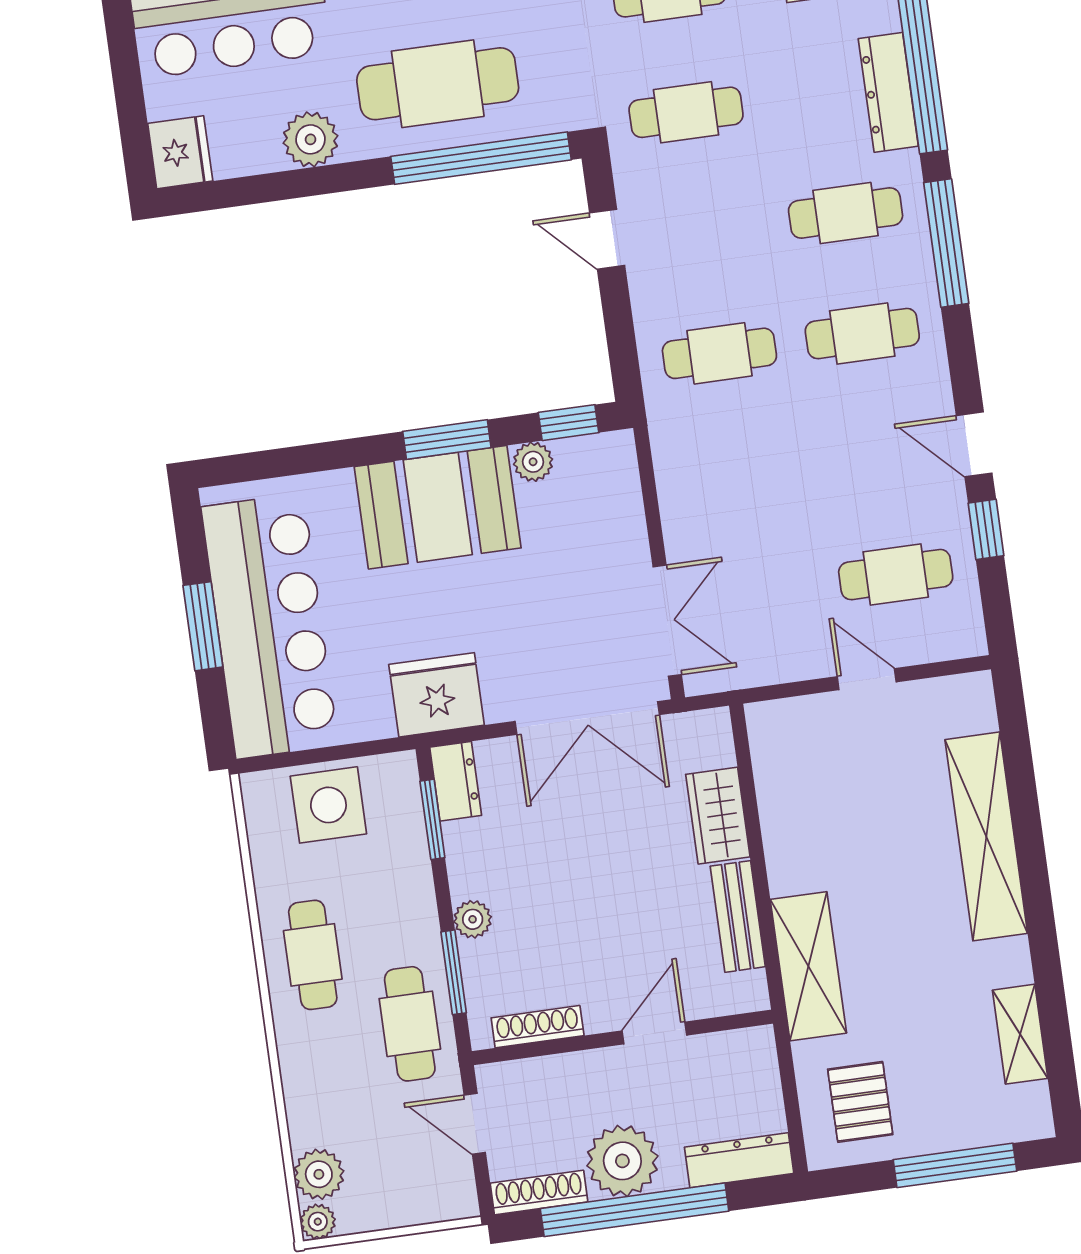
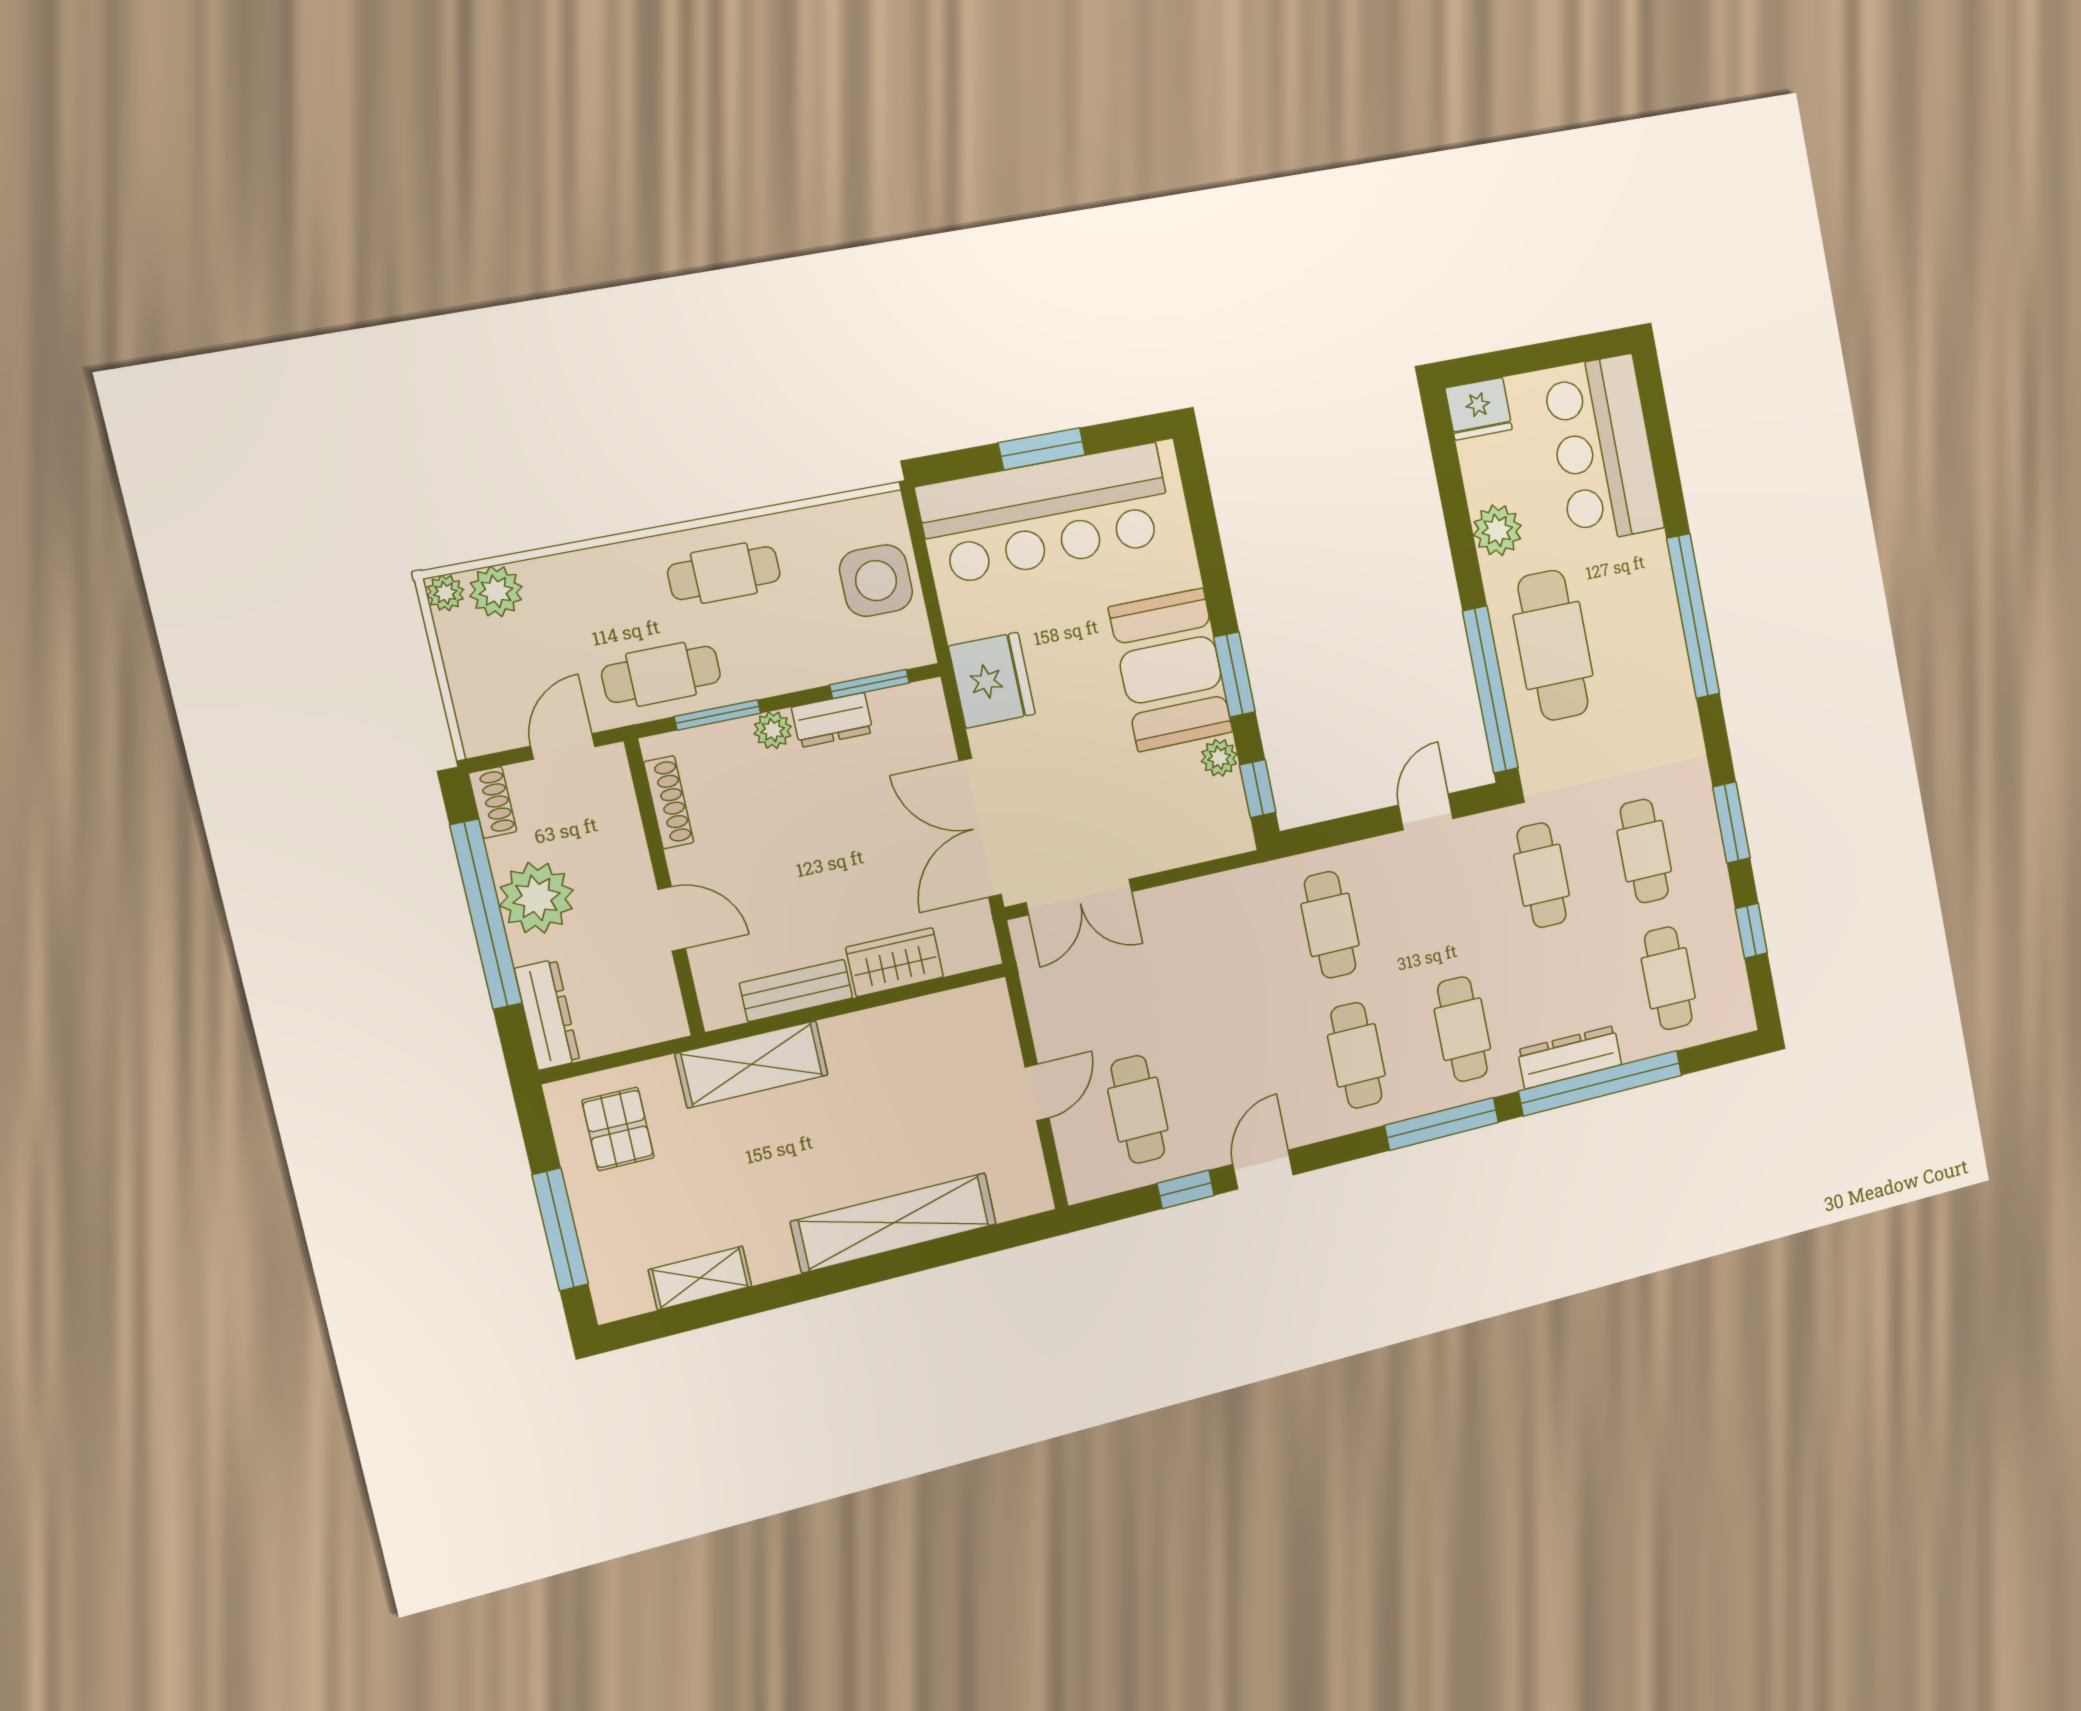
dresser: (456, 781) -> (832, 720), moved
pallet: (860, 1102) -> (618, 1129), turned 90
shoe rack: (539, 1193) -> (493, 802), width x0.70

